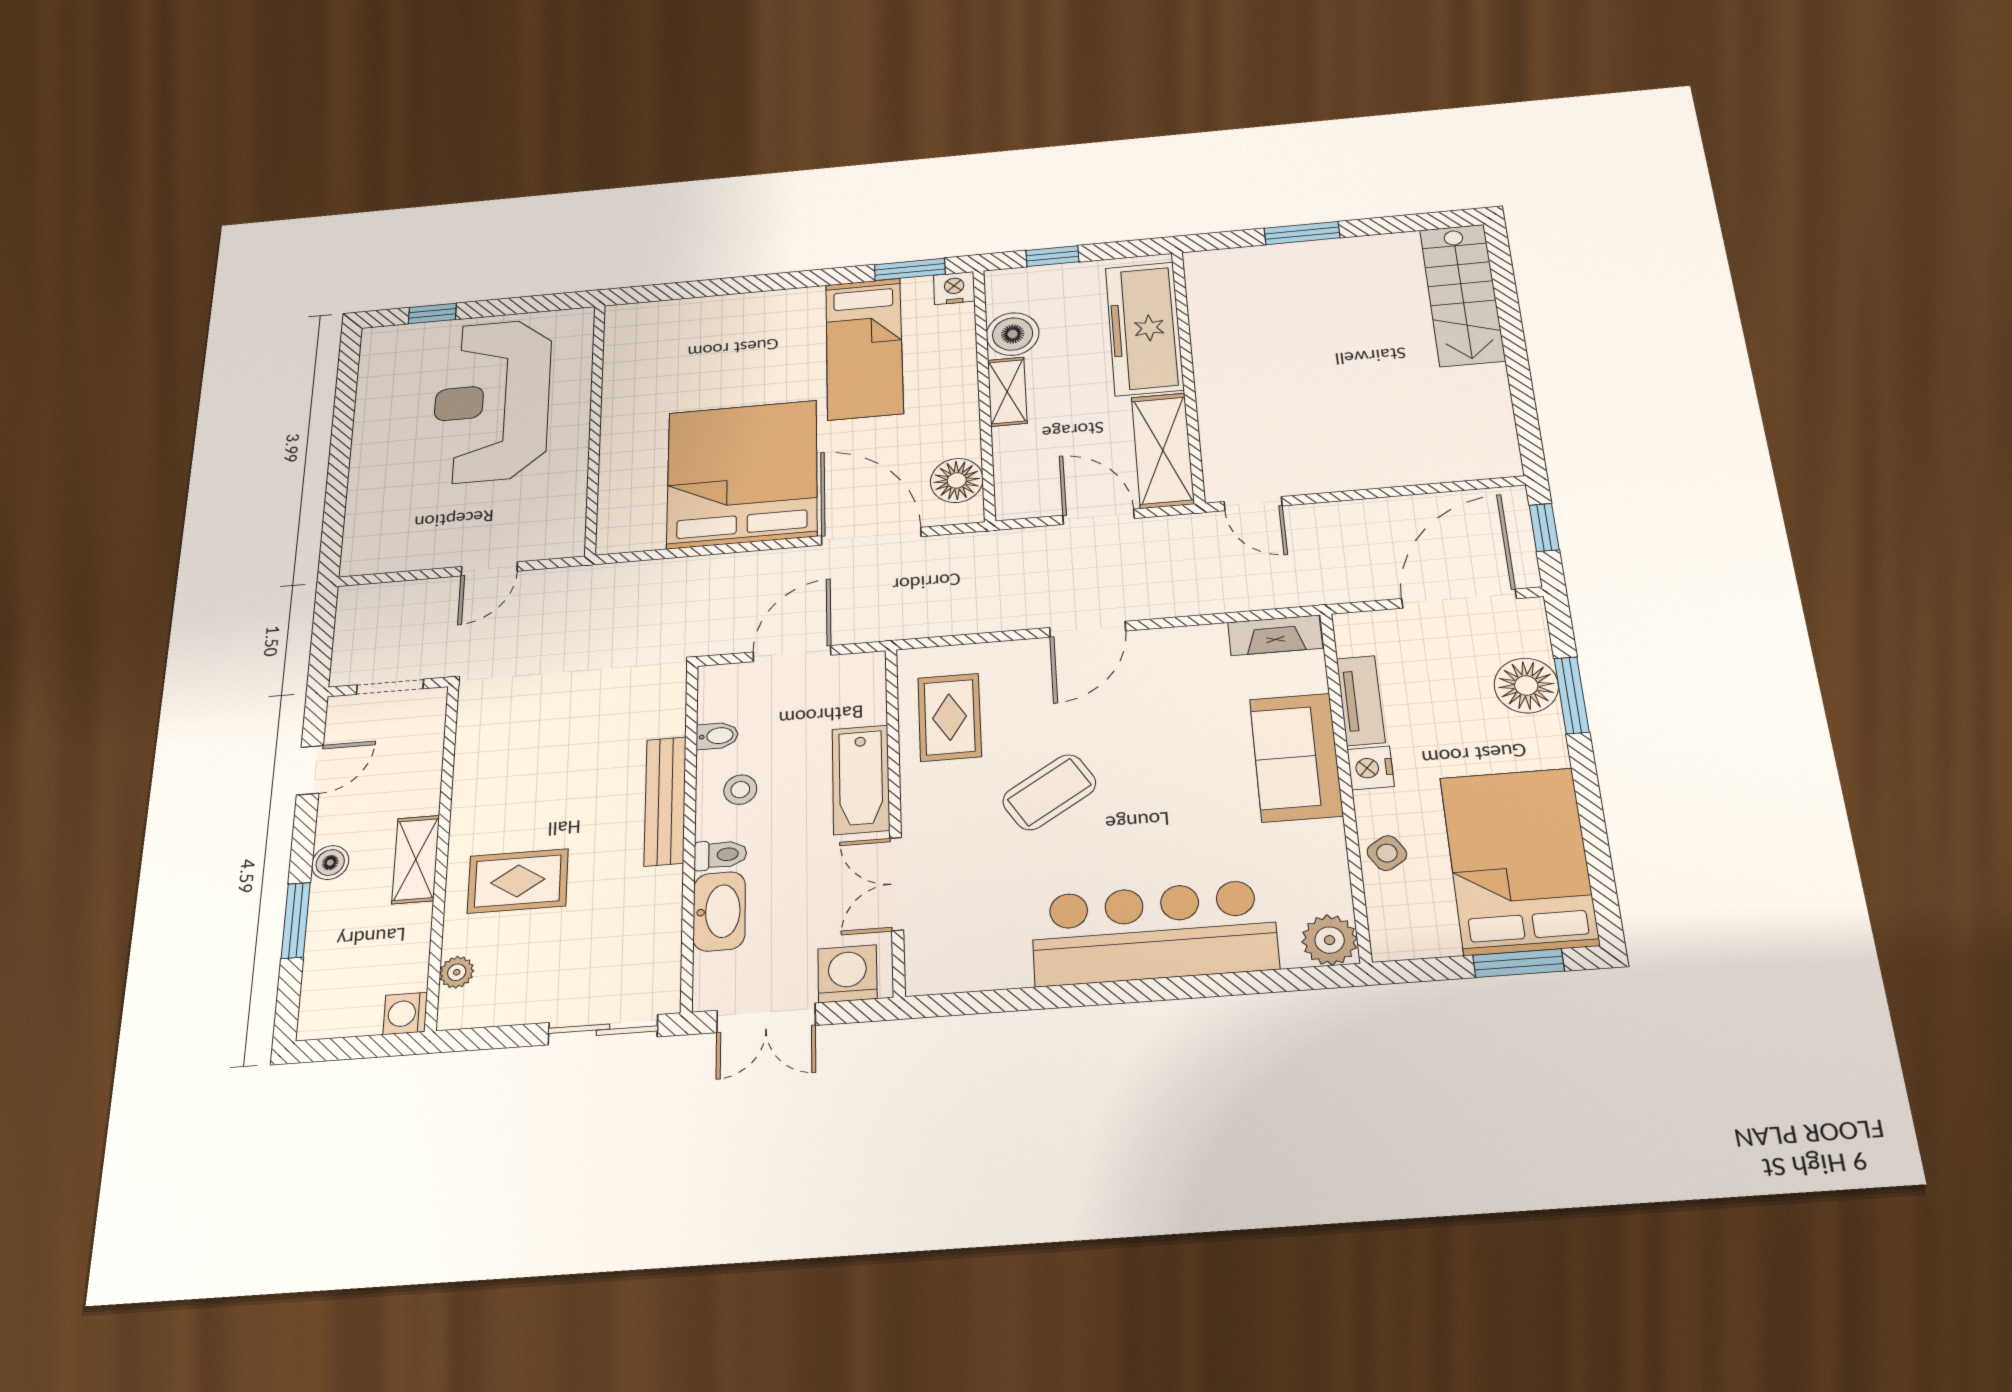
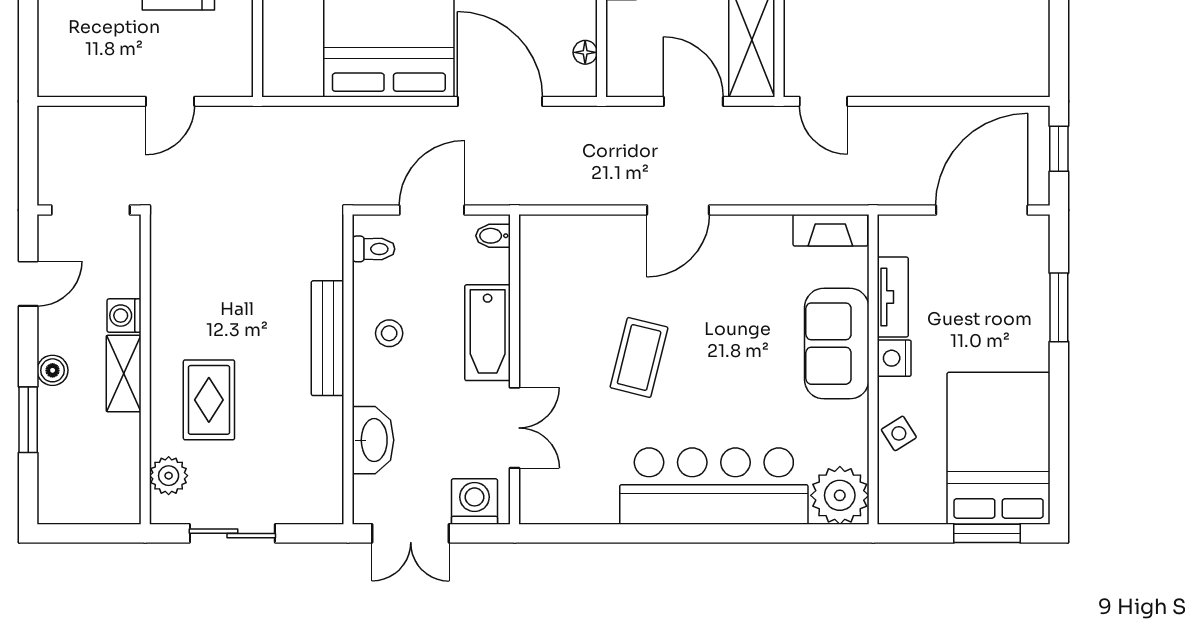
floor lamp: (957, 480) -> (585, 52), width x0.53, depth x0.53
floor lamp: (1526, 686) -> (1025, 295), removed
doorway: (390, 687) -> (91, 210), width x1.38
rug: (950, 717) -> (561, 282), removed
bidet: (717, 736) -> (493, 236), moved, turned 180
coffee table: (1049, 792) -> (639, 357), turned -44
toilet: (720, 855) -> (373, 249), moved
rug: (518, 881) -> (209, 400), turned 90
double door: (897, 884) -> (515, 428), swing flipped
plant: (1330, 940) -> (840, 495), width x1.36, depth x1.36
plant: (457, 972) -> (169, 476), width x1.38, depth x1.38
washing machine: (405, 1013) -> (124, 316), moved
sliding door: (603, 1030) -> (232, 533), moved

